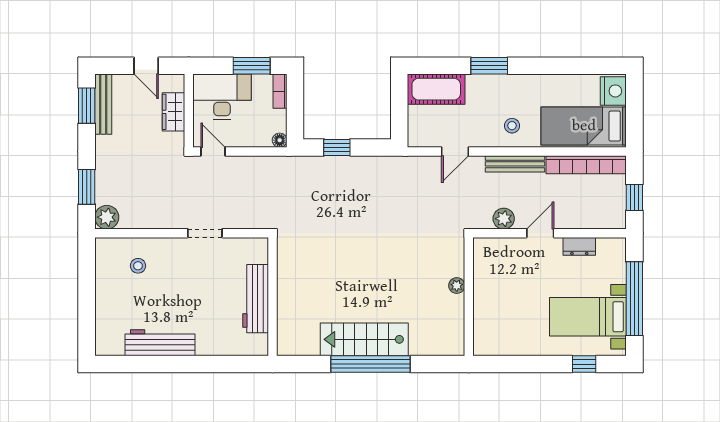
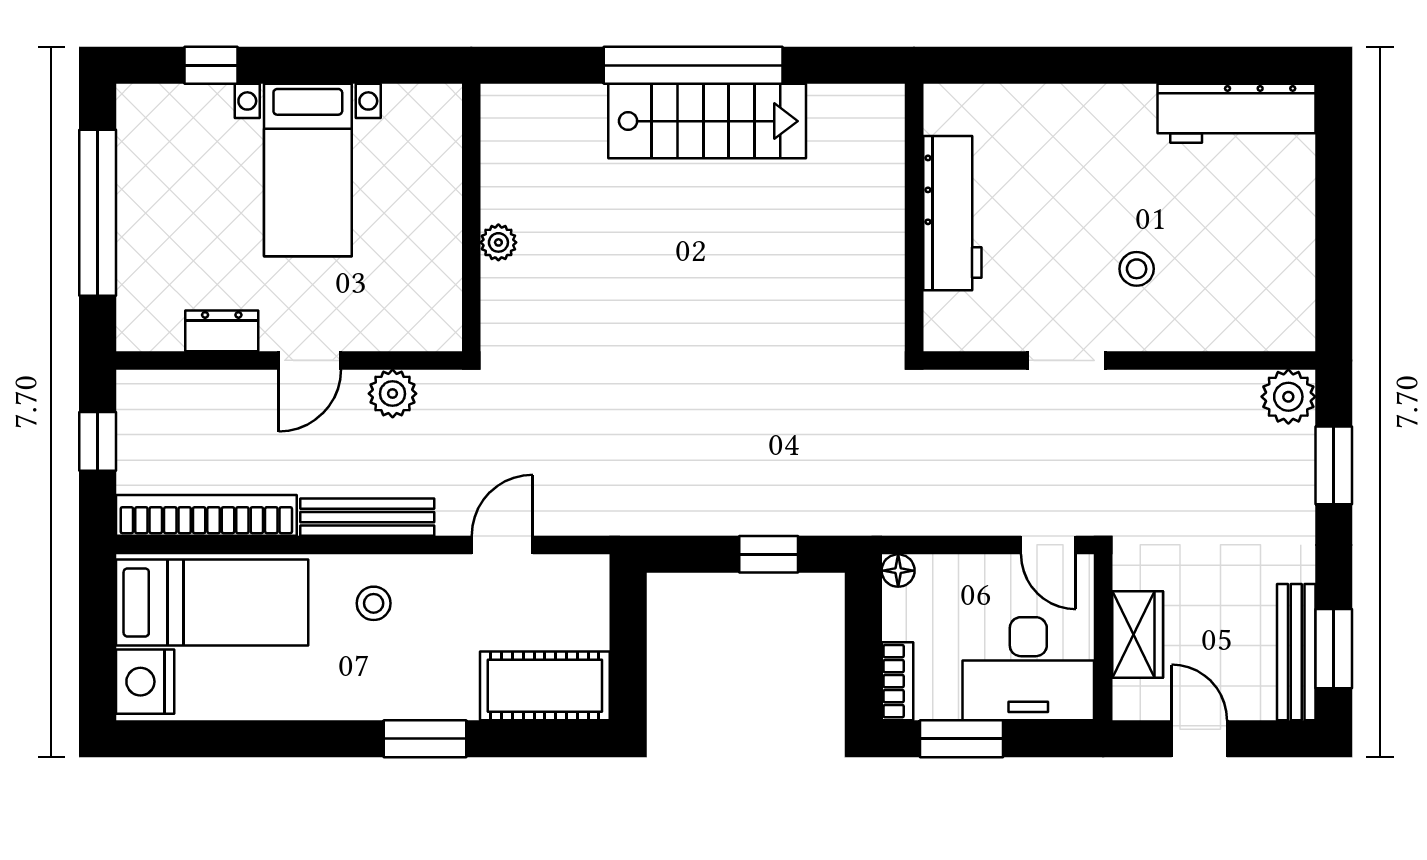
stool: (138, 266) -> (1137, 269), moved
bed with nightstands: (588, 317) -> (308, 170), moved, turned 90
workbench: (160, 343) -> (1236, 113), moved

